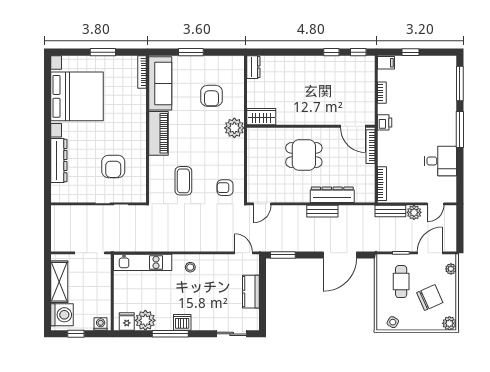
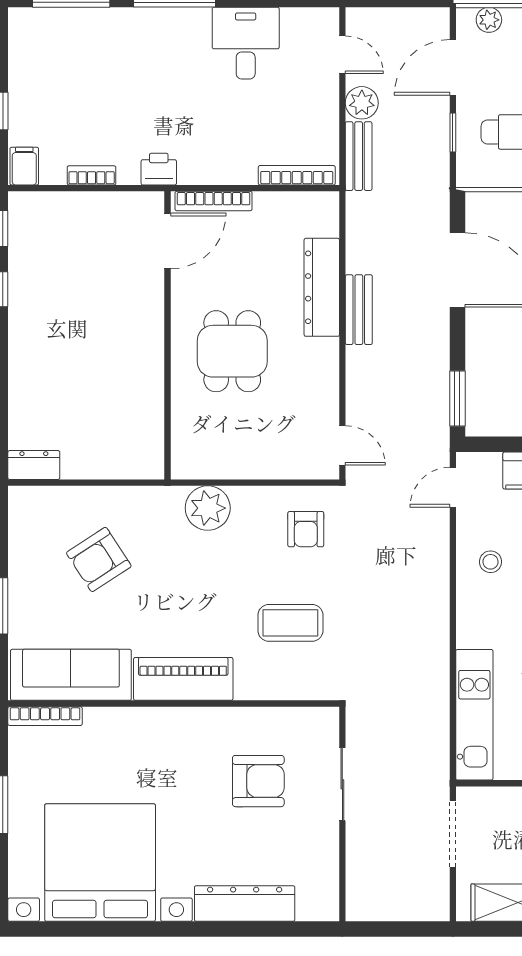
armchair: (212, 96) -> (99, 559), turned 147
wardrobe: (261, 117) -> (146, 447), removed
plant: (234, 128) -> (208, 508), moved
door: (430, 253) -> (453, 67), hinge flipped
stool: (190, 267) -> (491, 562), moved

